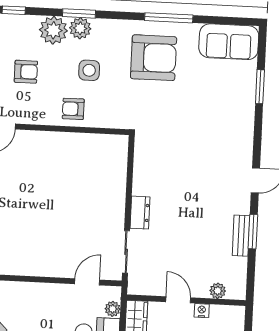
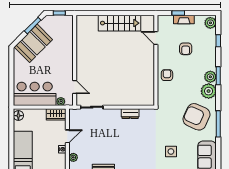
plant: (53, 30) -> (209, 91), moved
armchair: (154, 58) -> (196, 117), turned 114
side table: (89, 70) -> (171, 151), moved
dresser: (140, 213) -> (130, 114), moved

